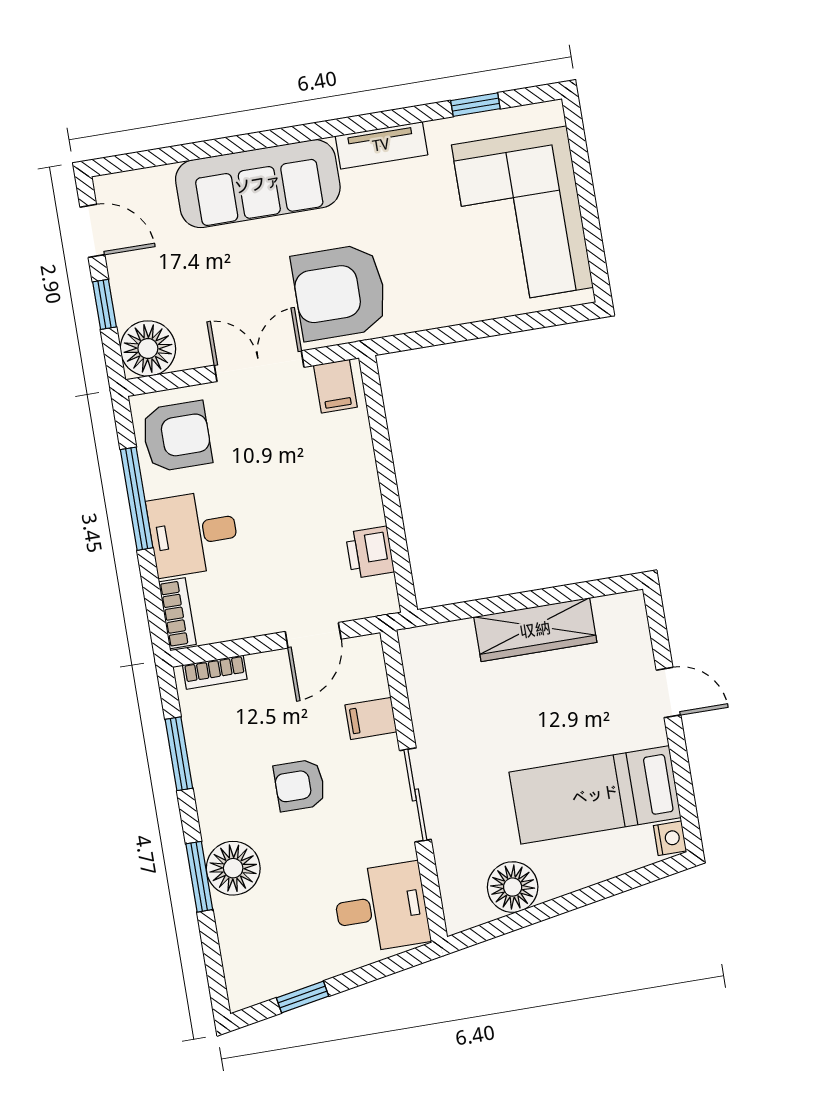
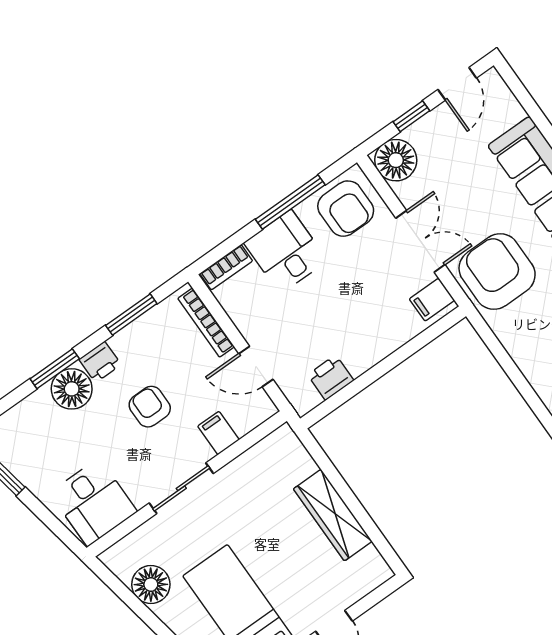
bookcase: (215, 672) -> (206, 323), width x1.56
printer: (217, 819) -> (100, 362), added

